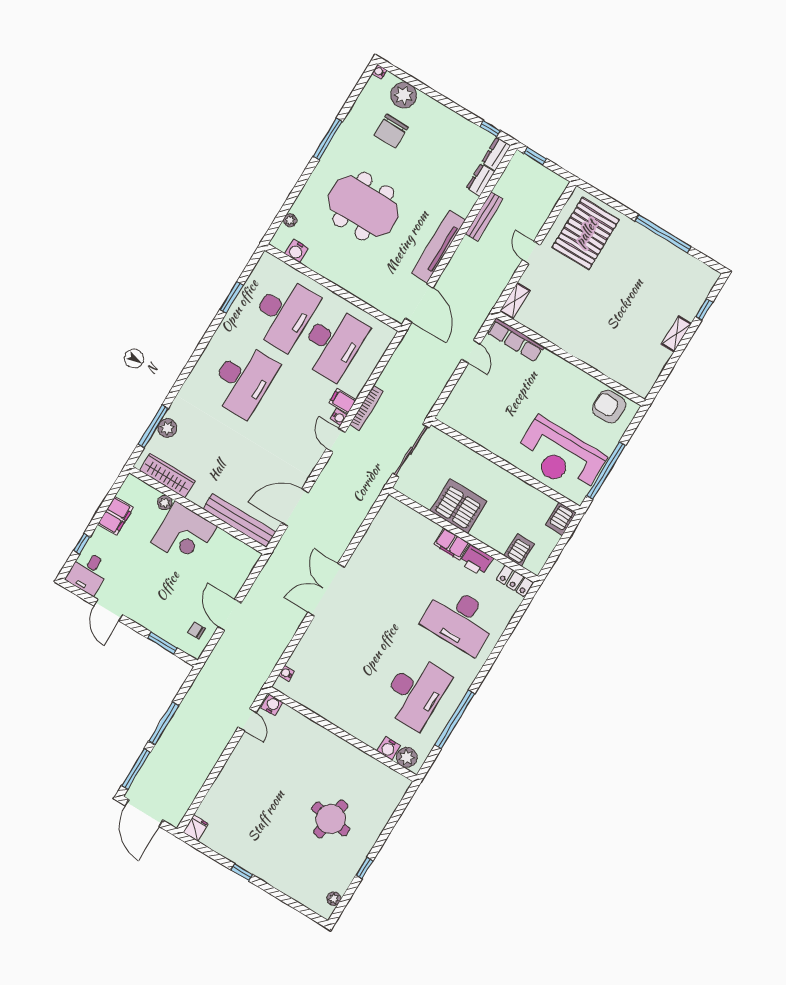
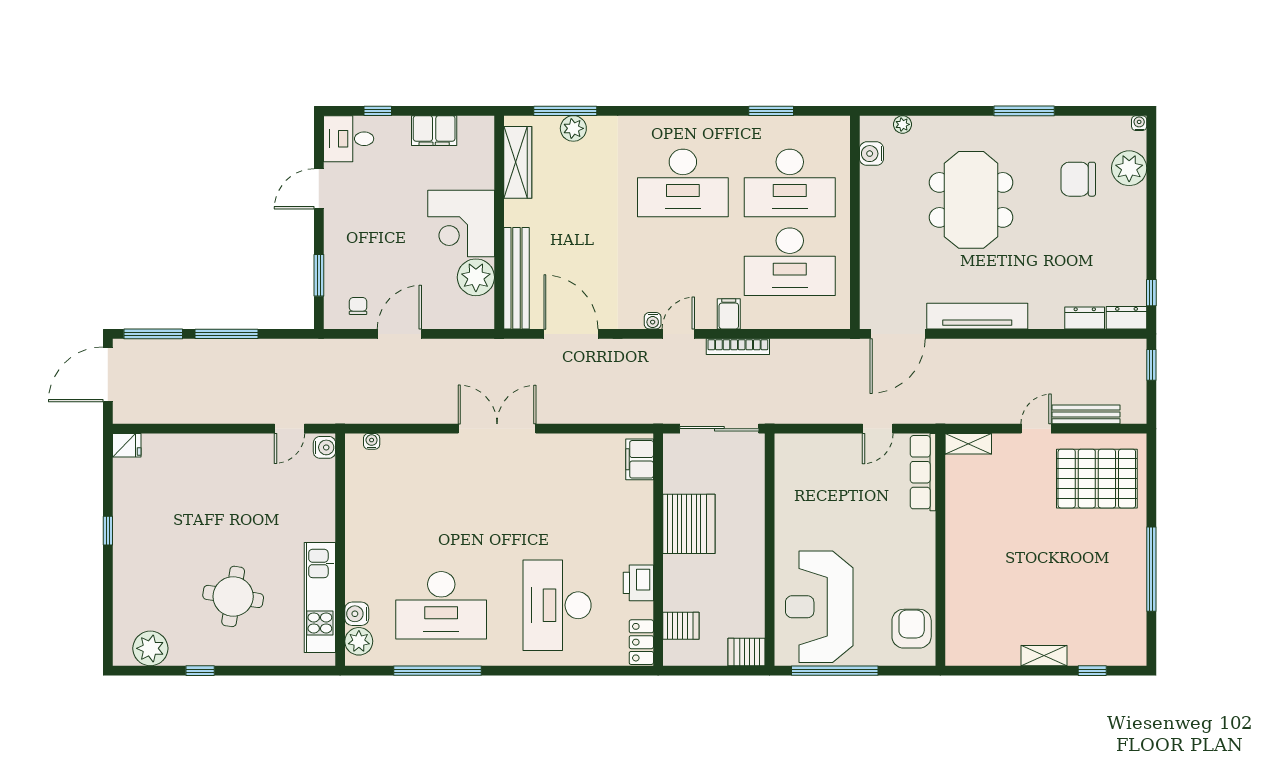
bench: (484, 216) -> (1086, 414), moved
water cooler: (339, 417) -> (653, 321), moved
plant: (165, 503) -> (476, 277), moved, width x1.88, depth x1.88
filing cabinet: (452, 544) -> (640, 459), moved
kitchen unit: (364, 765) -> (320, 598), added
plant: (334, 899) -> (150, 648), width x1.88, depth x1.88

